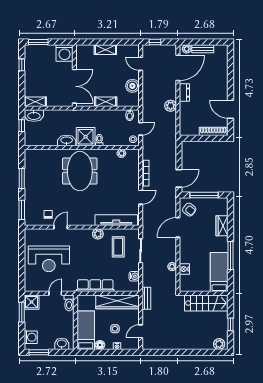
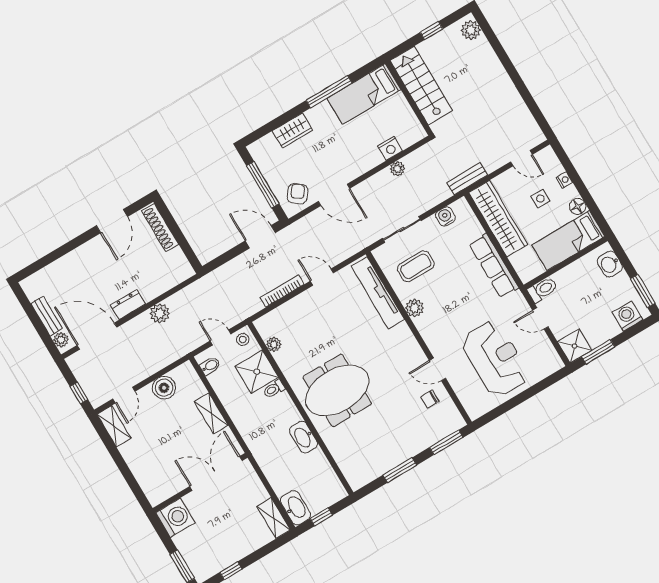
shelving: (105, 50) -> (114, 426), moved
shower: (86, 137) -> (257, 372), moved

